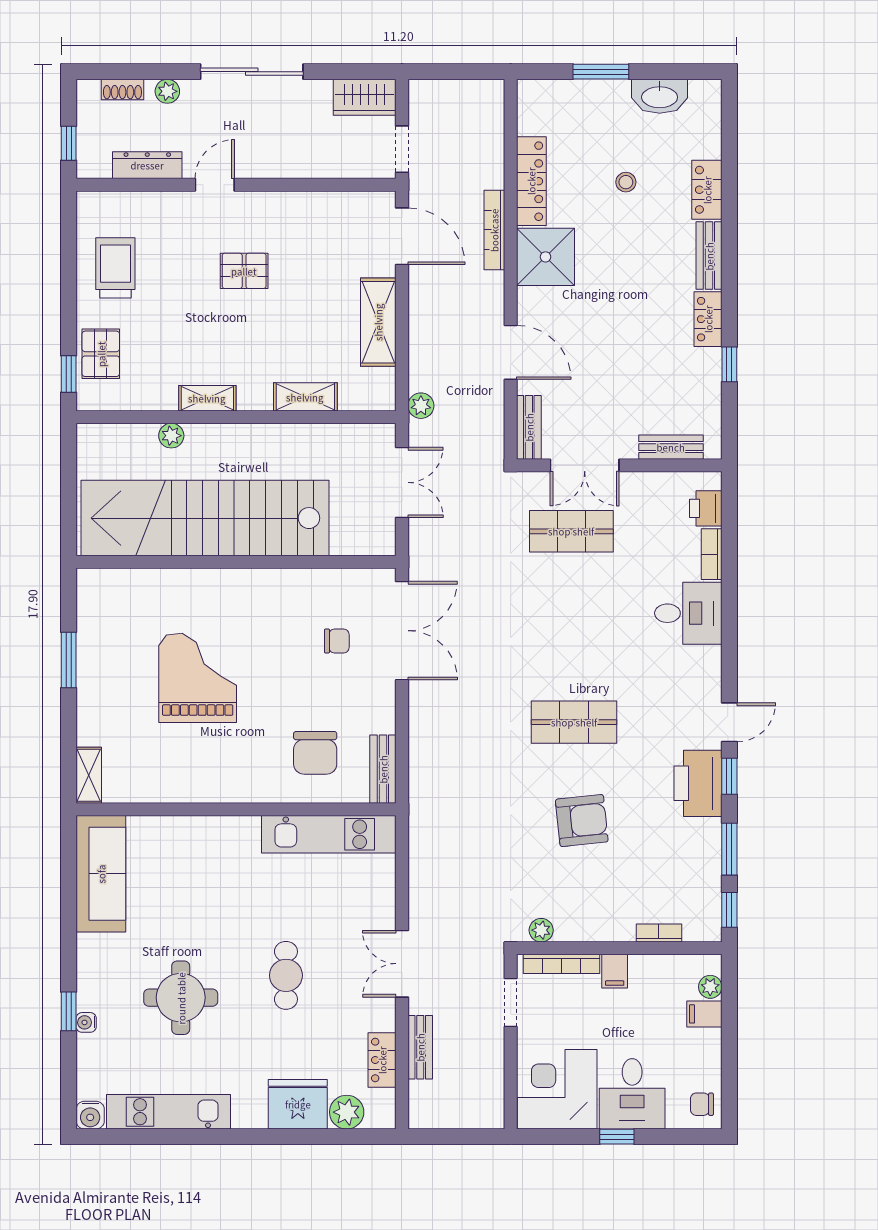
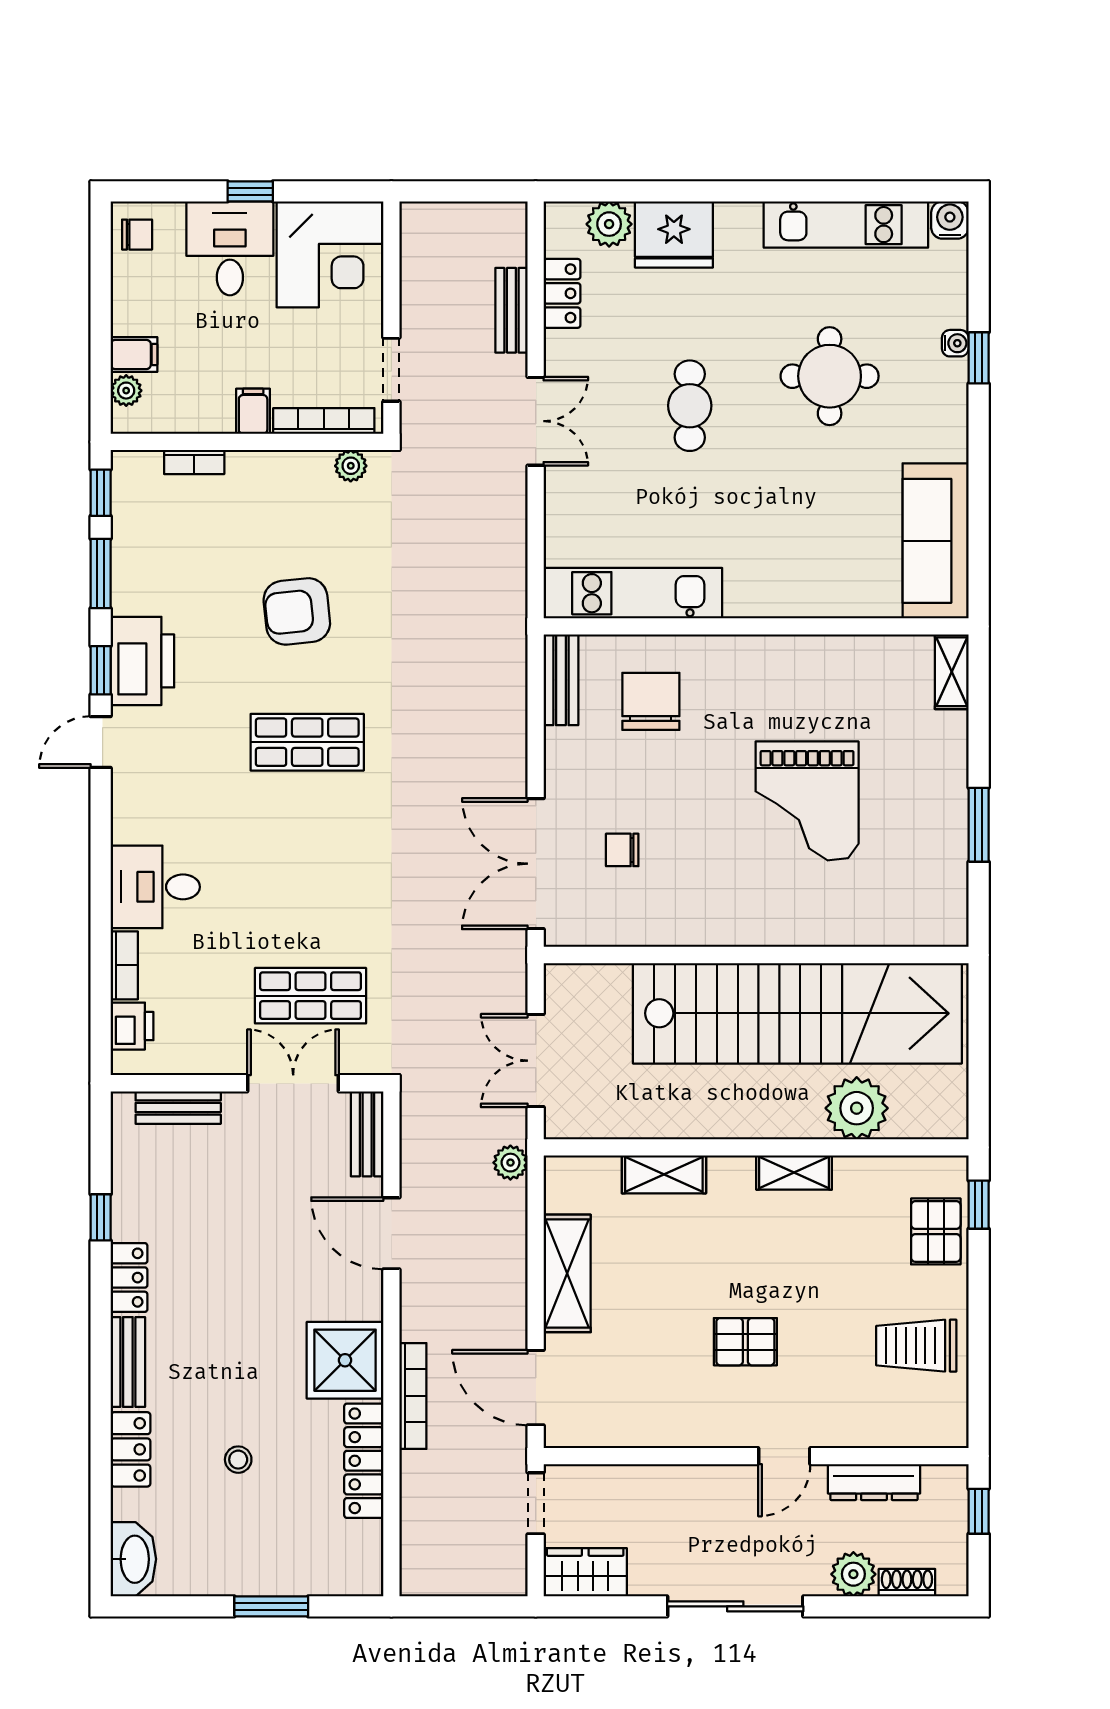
plant: (167, 91) -> (853, 1574), width x1.38, depth x1.38
washbasin: (660, 96) -> (133, 1559), moved, turned 90
trolley: (115, 268) -> (916, 1346), turned 90
plant: (171, 436) -> (857, 1108), width x1.87, depth x1.87

